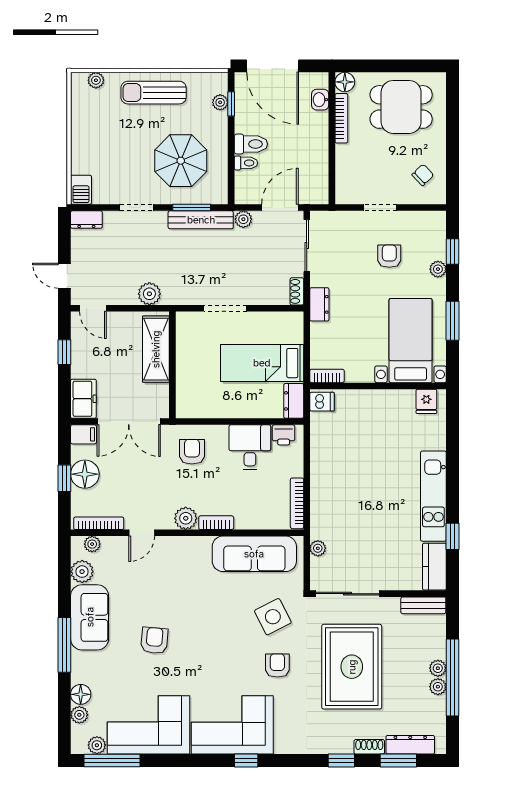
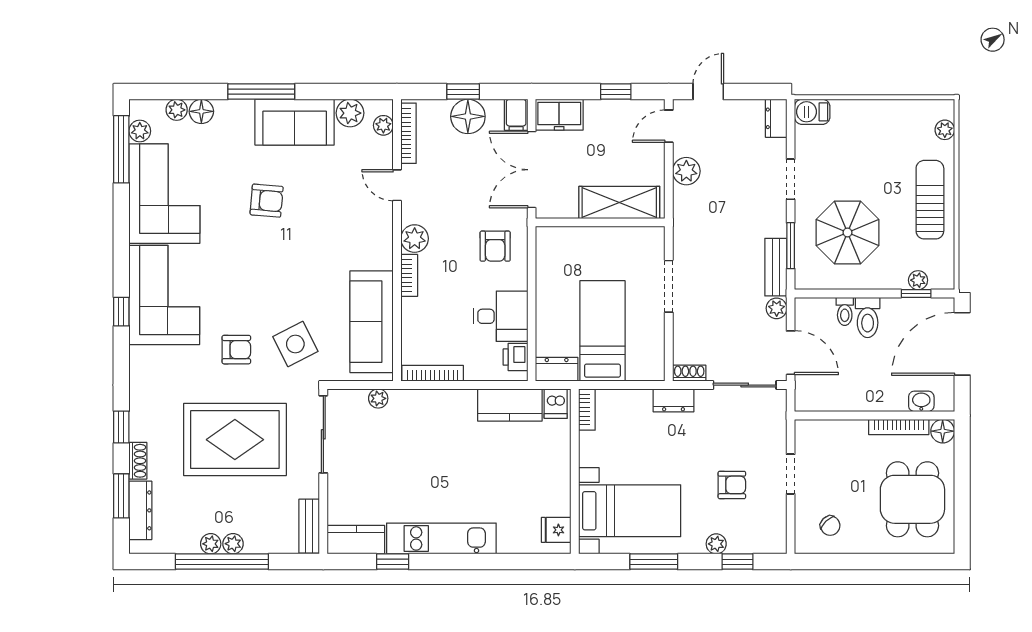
bench: (201, 220) -> (776, 267), width x0.73
plant: (149, 294) -> (686, 171), moved
kitchen counter: (323, 440) -> (510, 405), added
armchair: (192, 452) -> (495, 246), turned 90

